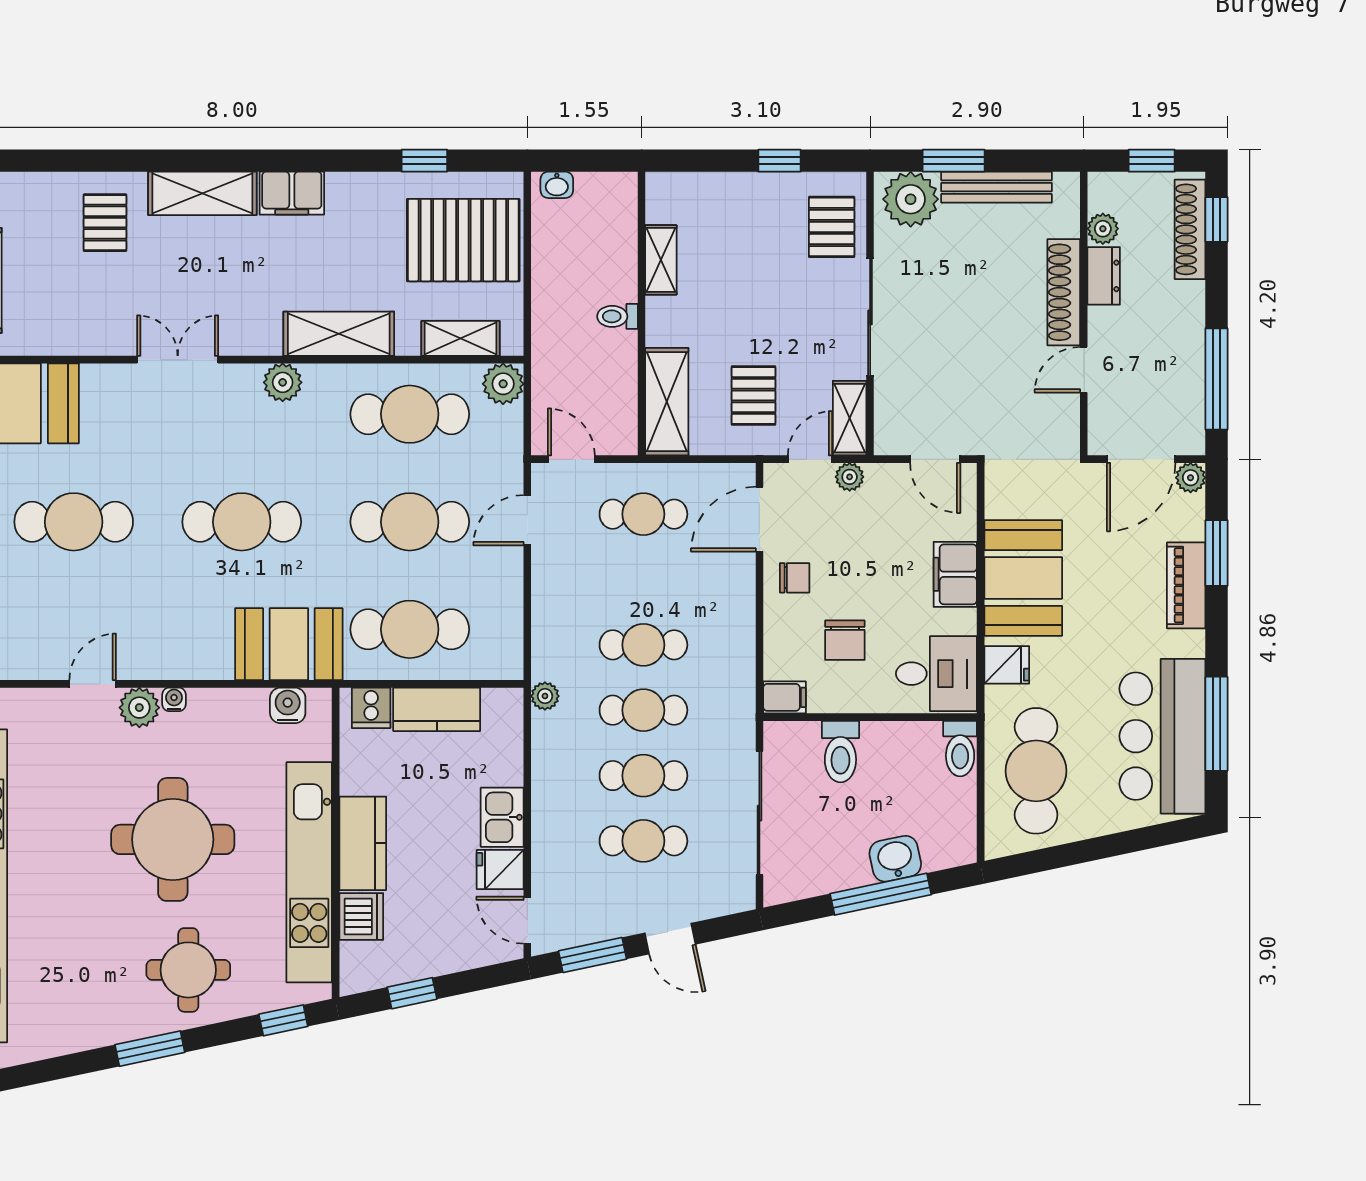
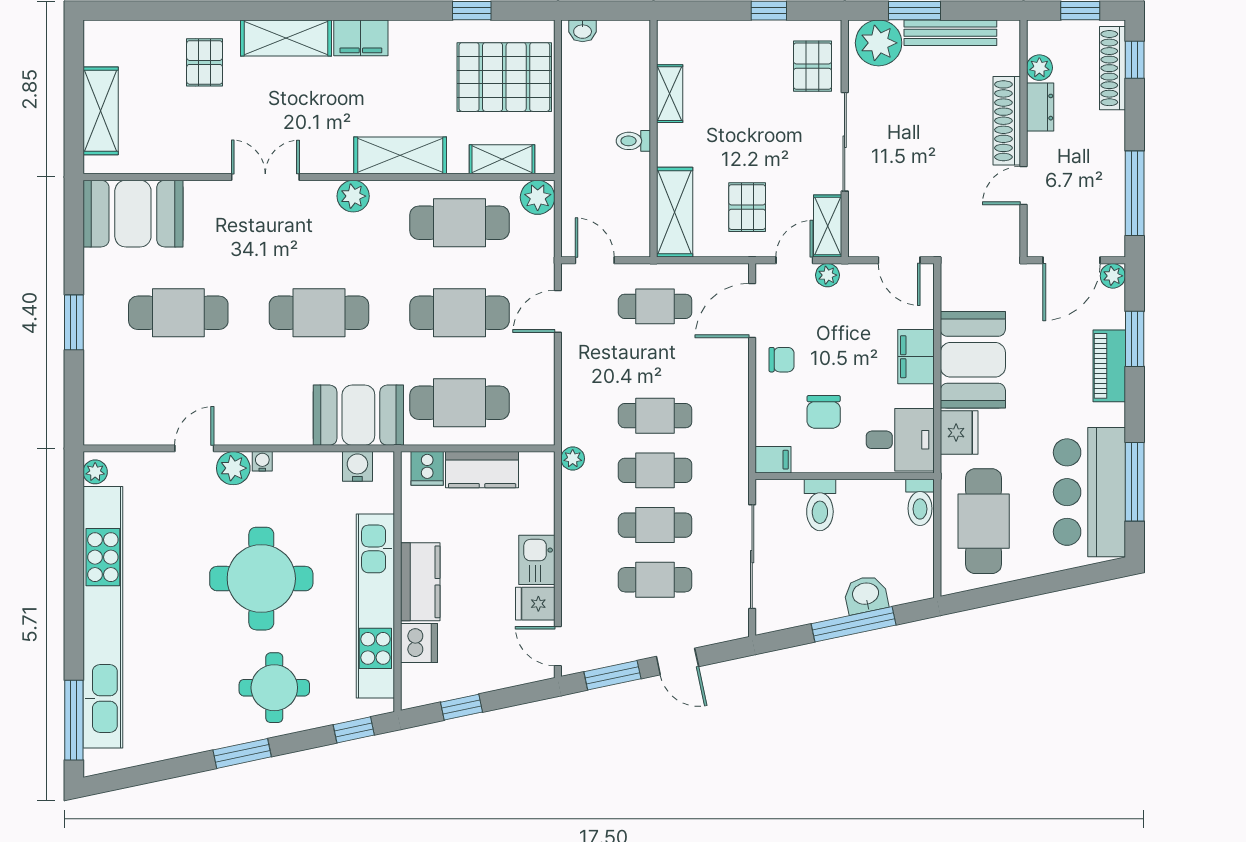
fridge: (1007, 665) -> (959, 433), width x1.38

